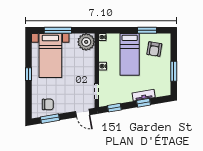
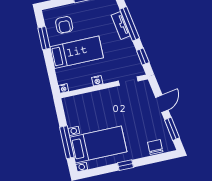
plant: (86, 42) -> (73, 106), removed
armchair: (154, 49) -> (64, 25), turned 81
window: (144, 103) -> (130, 24), width x2.17
chair: (48, 104) -> (155, 147), moved
door: (83, 113) -> (162, 104), moved

